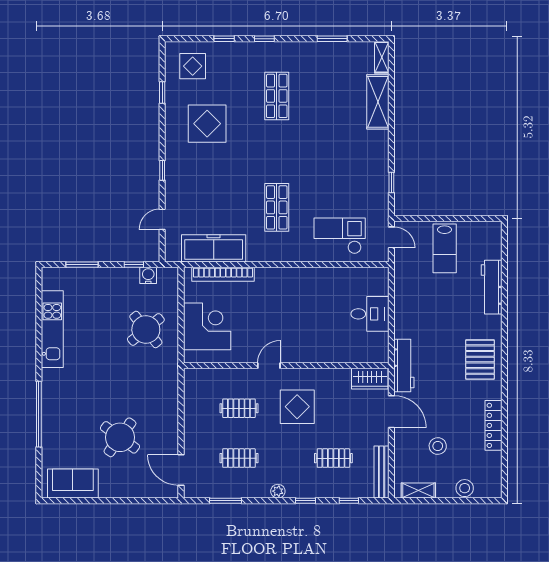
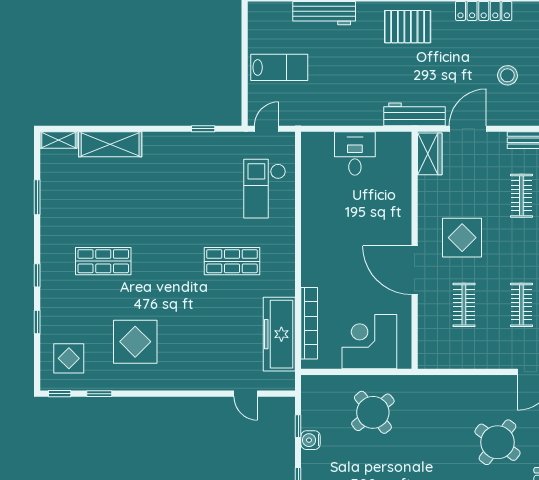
window: (162, 170) -> (60, 394), moved
water cooler: (148, 275) -> (311, 440), moved
door: (269, 366) -> (415, 270), width x1.88

